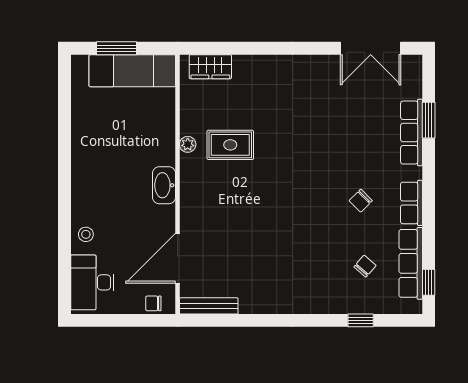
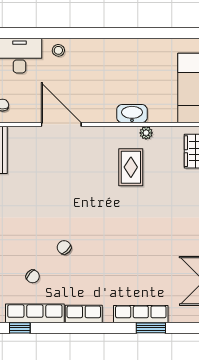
plant: (188, 144) -> (146, 133), moved
washbasin: (164, 185) -> (132, 114), moved
chair: (361, 201) -> (64, 247), moved
door: (177, 258) -> (61, 125), moved

